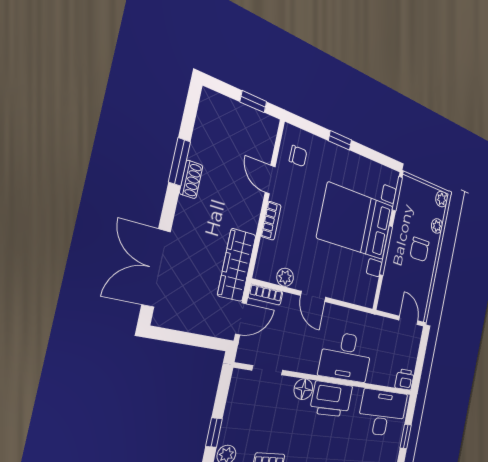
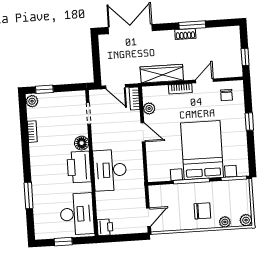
chair: (420, 249) -> (202, 211), turned 180
wardrobe: (237, 265) -> (162, 74), moved
door: (313, 296) -> (143, 132), swing flipped

